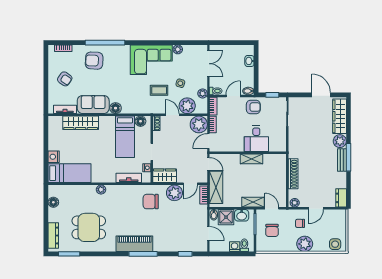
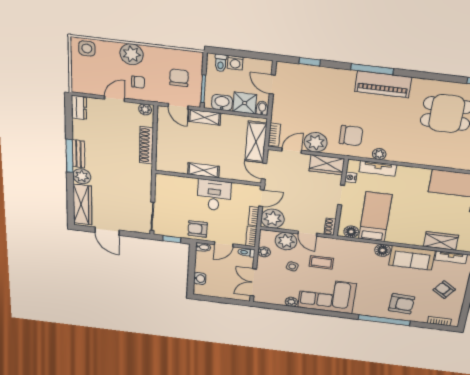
wardrobe: (81, 123) -> (441, 241), width x0.67
desk: (256, 139) -> (214, 195), moved
plant: (101, 190) -> (379, 154), moved

